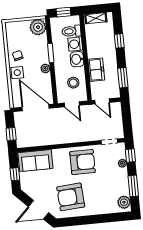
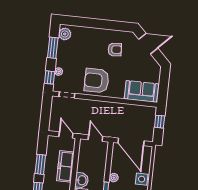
freezer: (96, 70) -> (65, 166), width x1.40
window: (123, 78) -> (40, 164), moved
stool: (73, 83) -> (90, 158), removed
window: (15, 174) -> (164, 82), removed
armchair: (71, 197) -> (115, 50), width x0.53, depth x0.53

